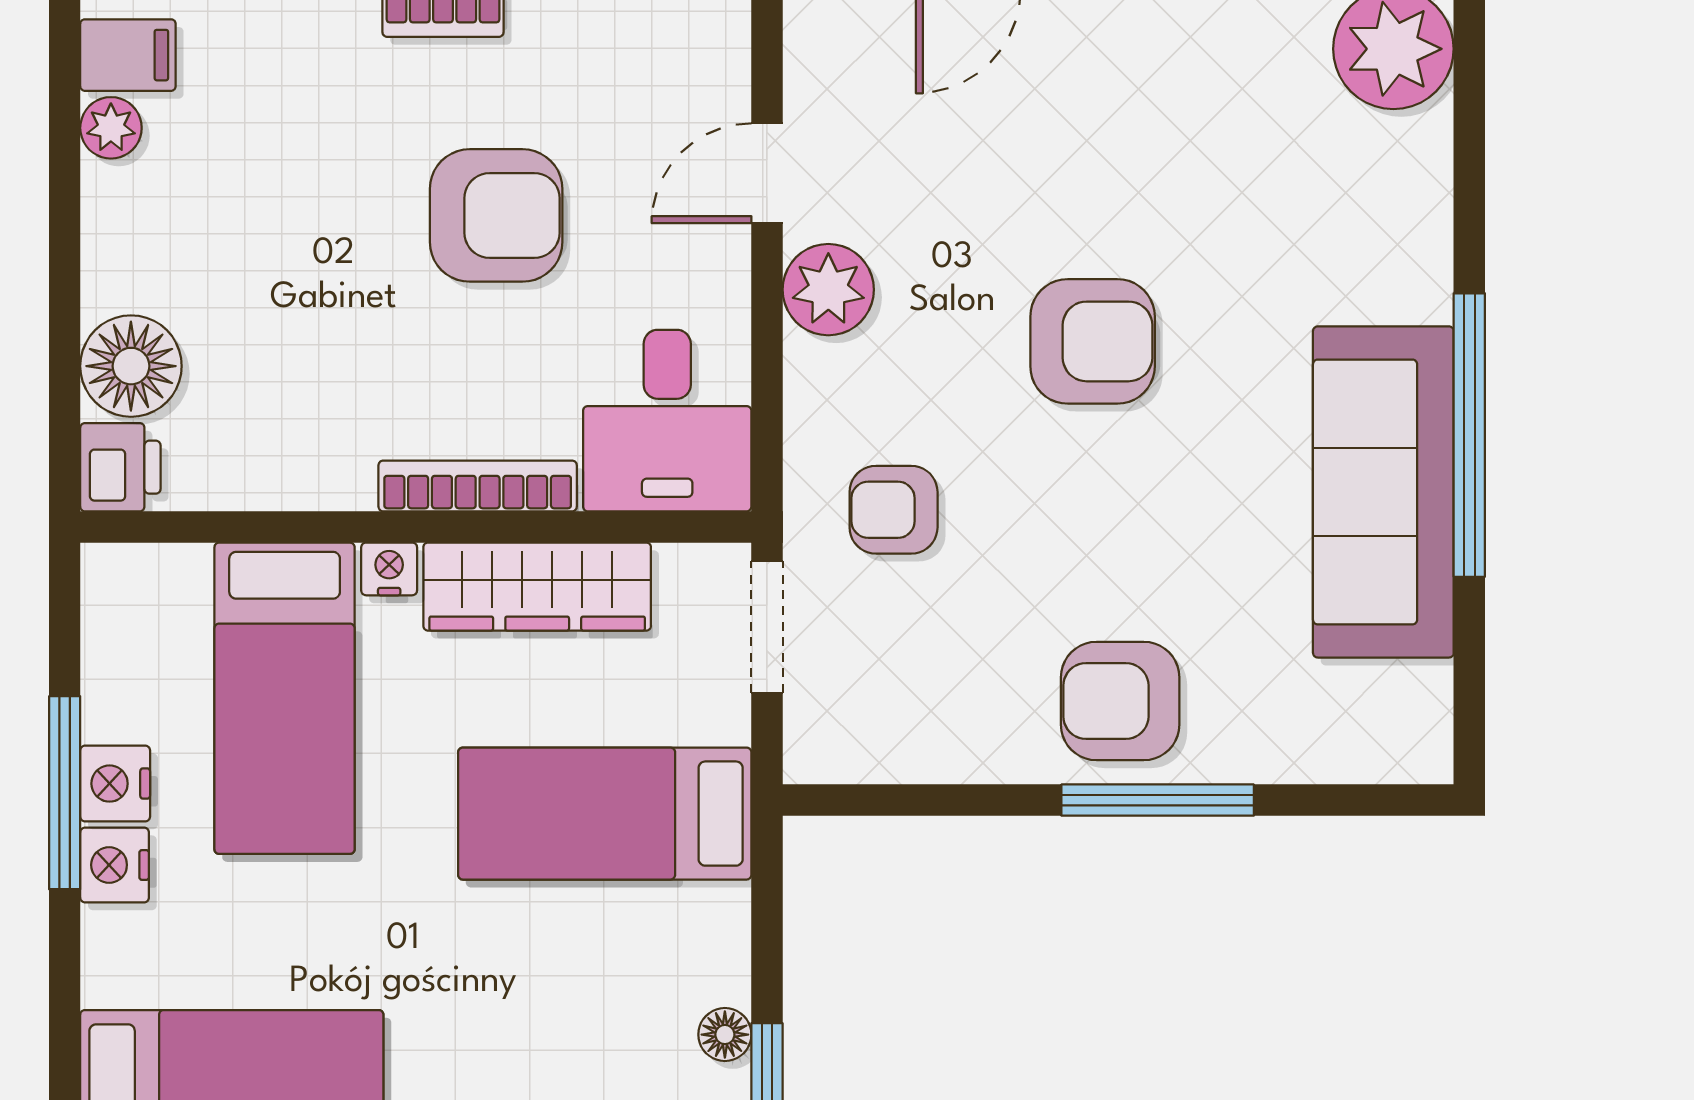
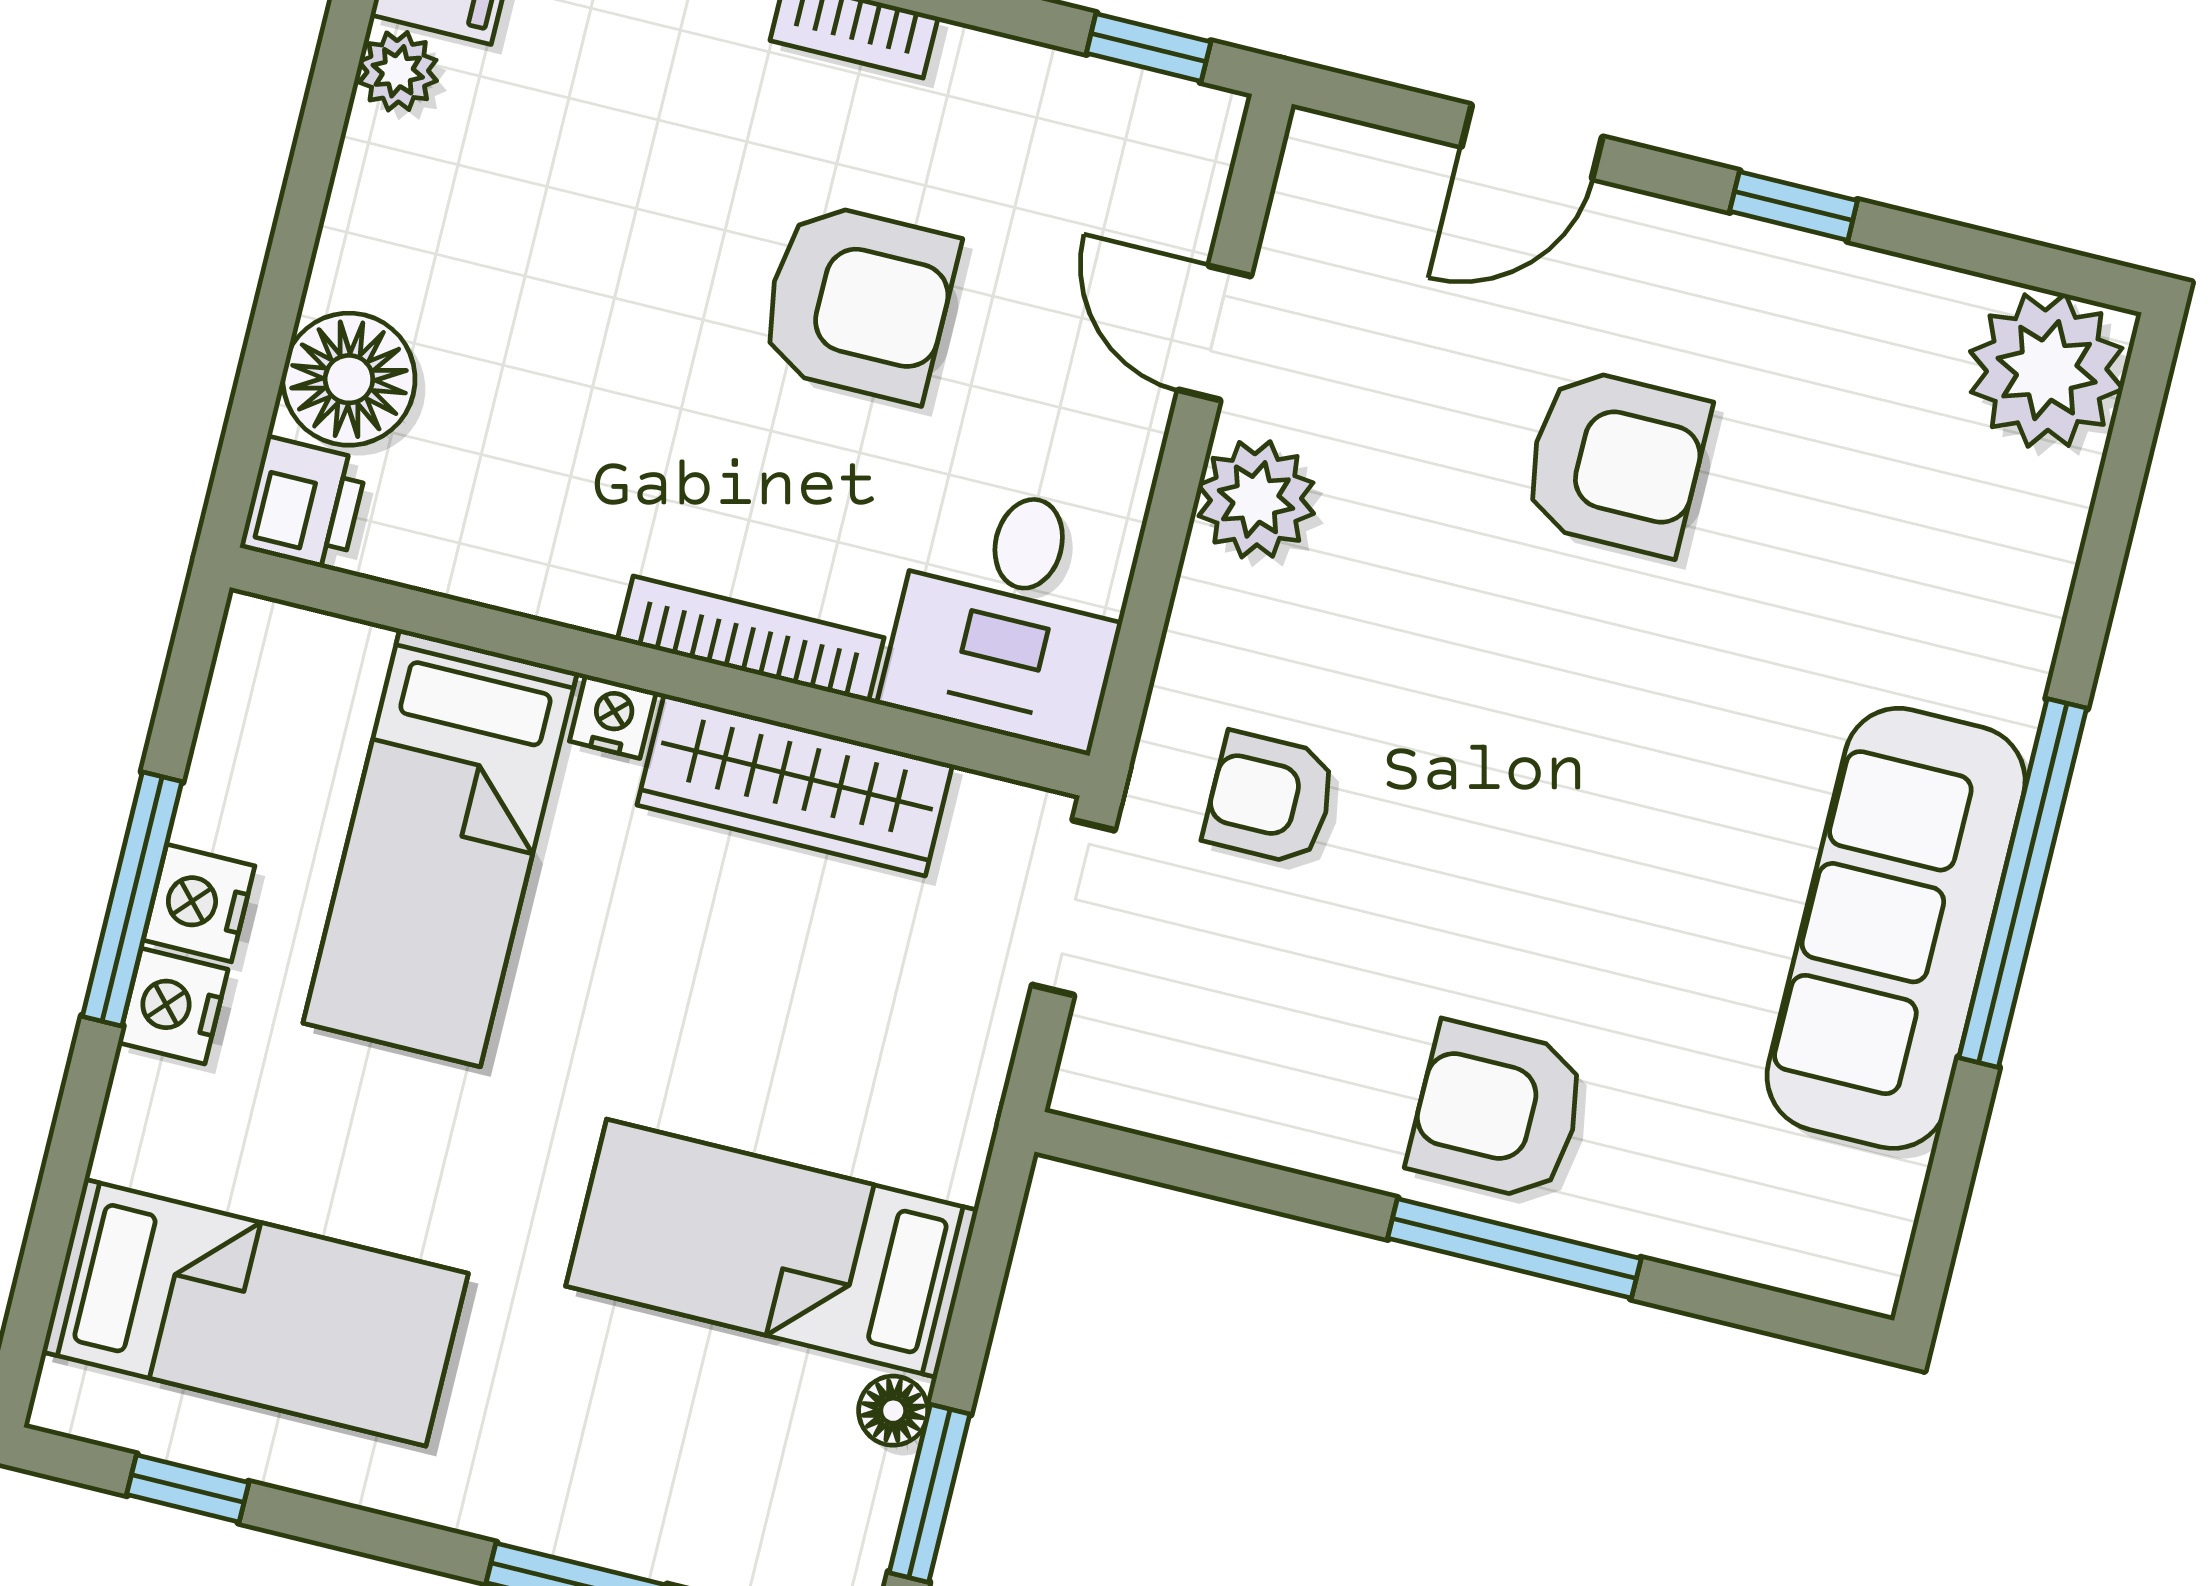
door: (767, 173) -> (1214, 333), hinge flipped
armchair: (1093, 341) -> (1616, 462), moved
bed: (605, 814) -> (772, 1248), moved

